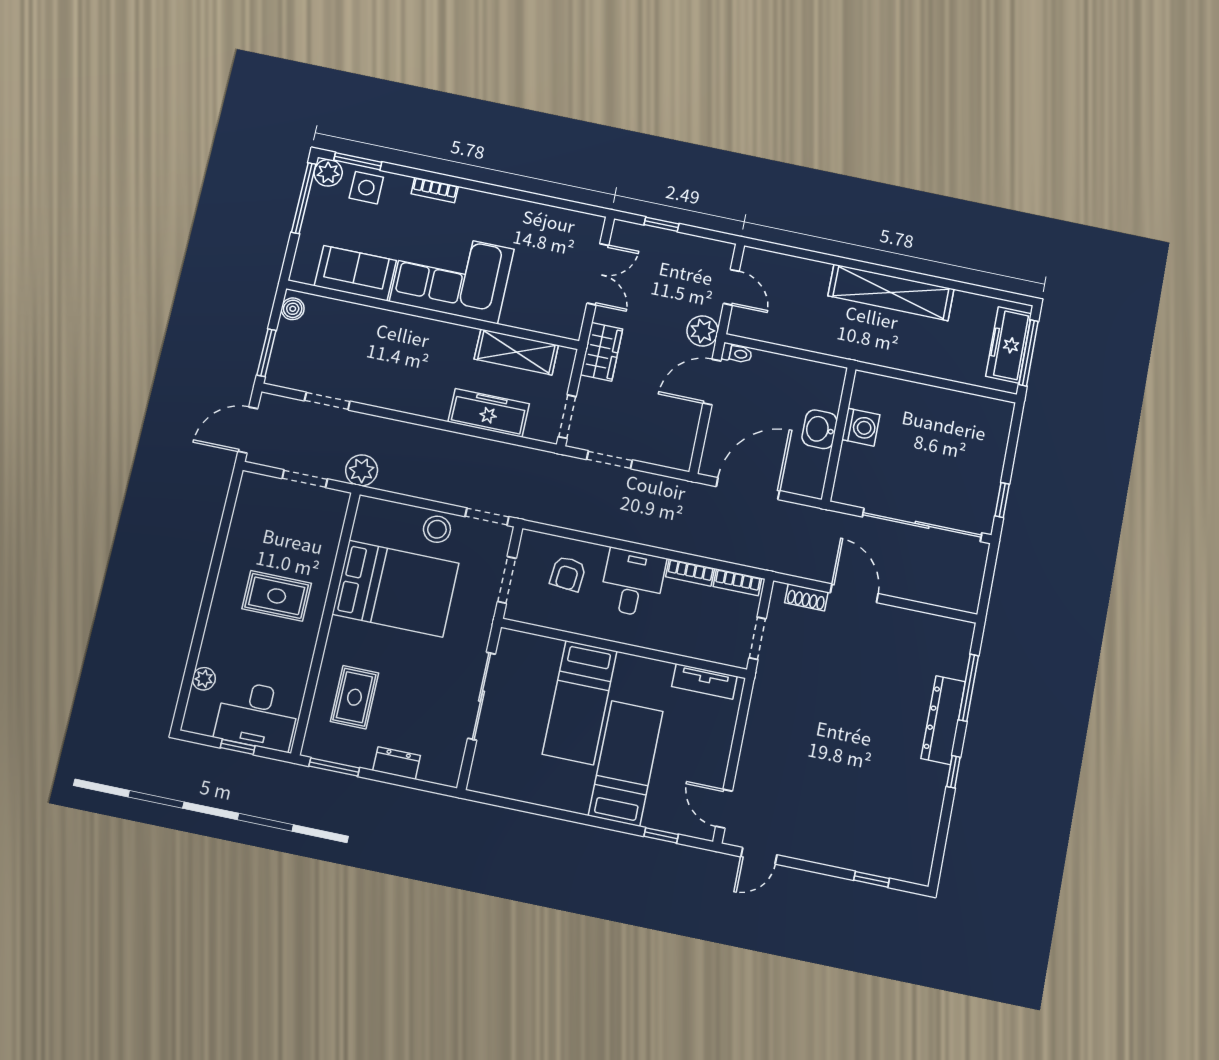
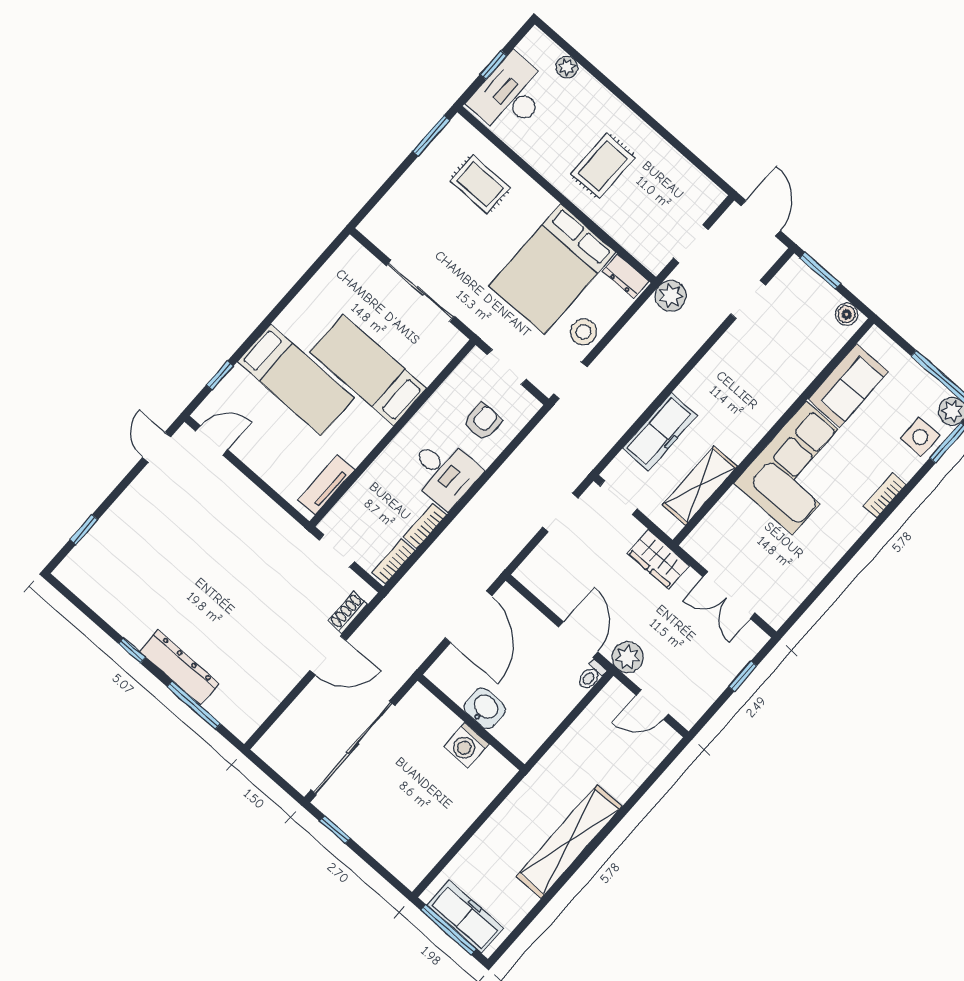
armchair: (568, 574) -> (483, 422), turned 85
dresser: (397, 763) -> (626, 276), moved, turned 90

